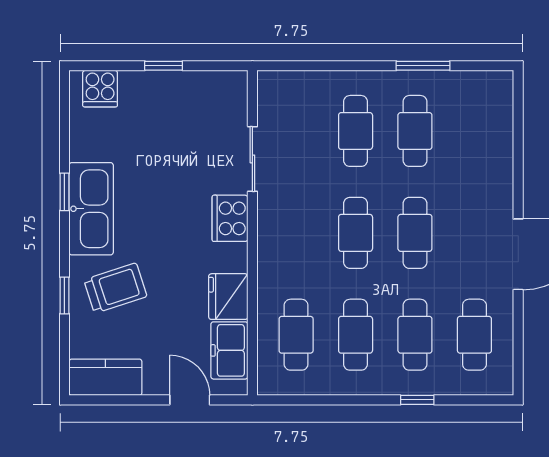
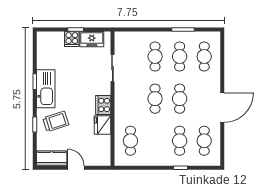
cooker: (100, 89) -> (72, 39), moved
cooker: (230, 218) -> (103, 105), moved
cafe table: (356, 335) -> (204, 57), moved
freezer: (229, 350) -> (92, 39), moved, turned -90
door: (190, 400) -> (76, 168), moved

